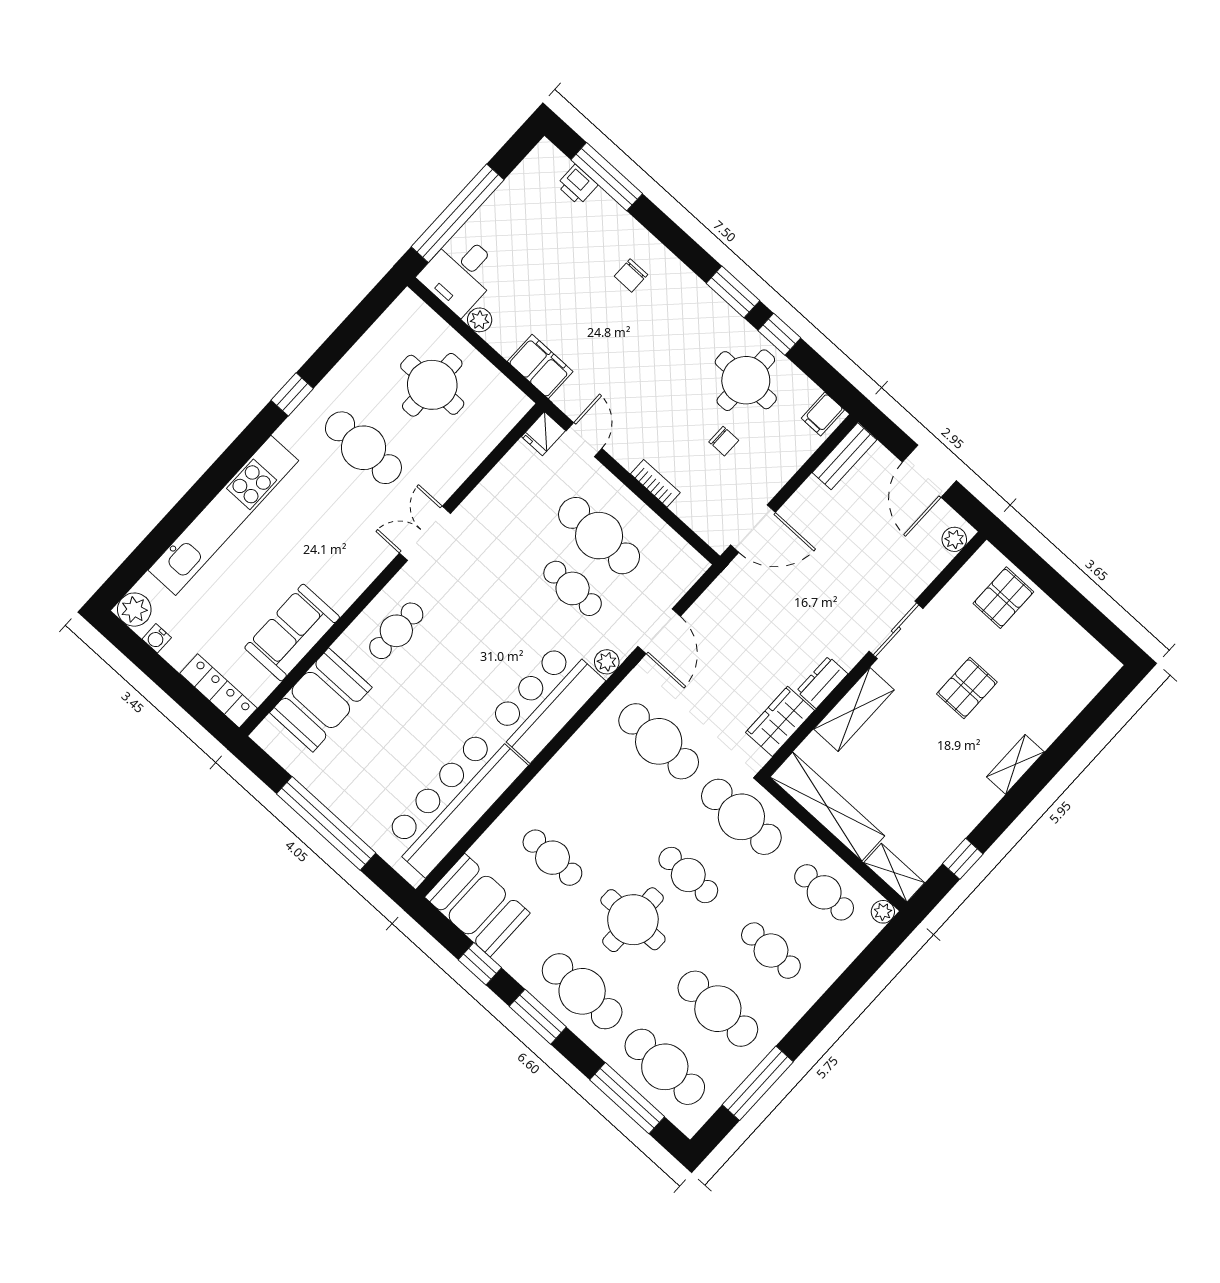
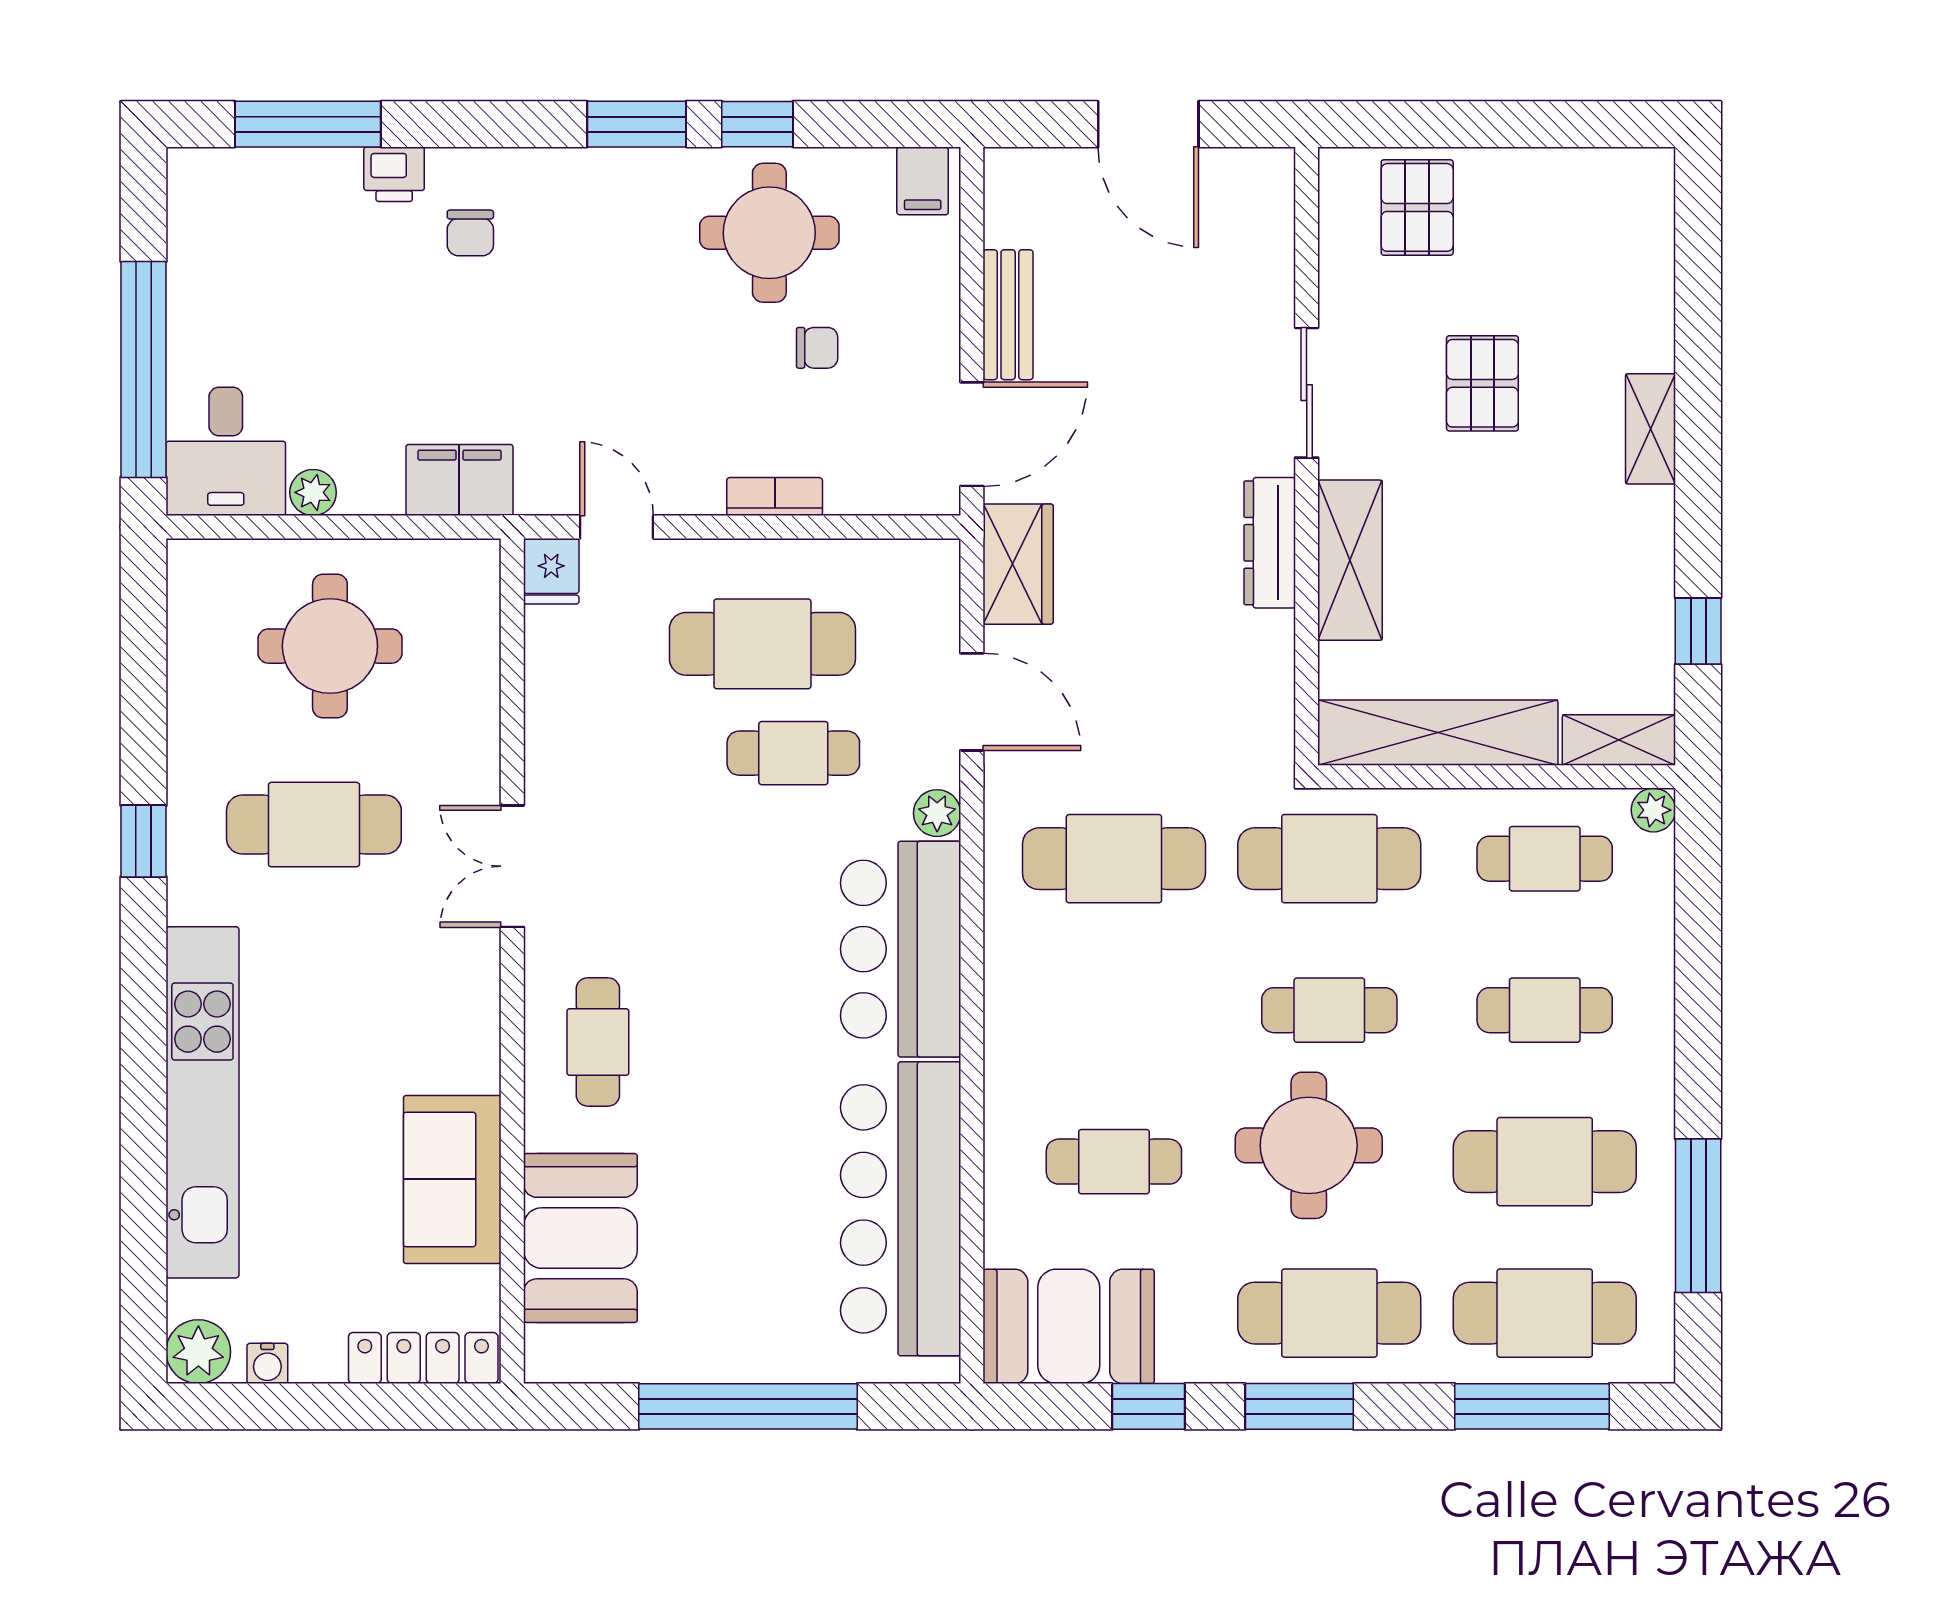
printer: (577, 185) -> (394, 174), moved
bench: (844, 456) -> (1008, 315), moved
plant: (954, 539) -> (1272, 188), removed
dresser: (822, 682) -> (1270, 543), width x1.44
wardrobe: (780, 721) -> (1018, 564), moved, turned 180

